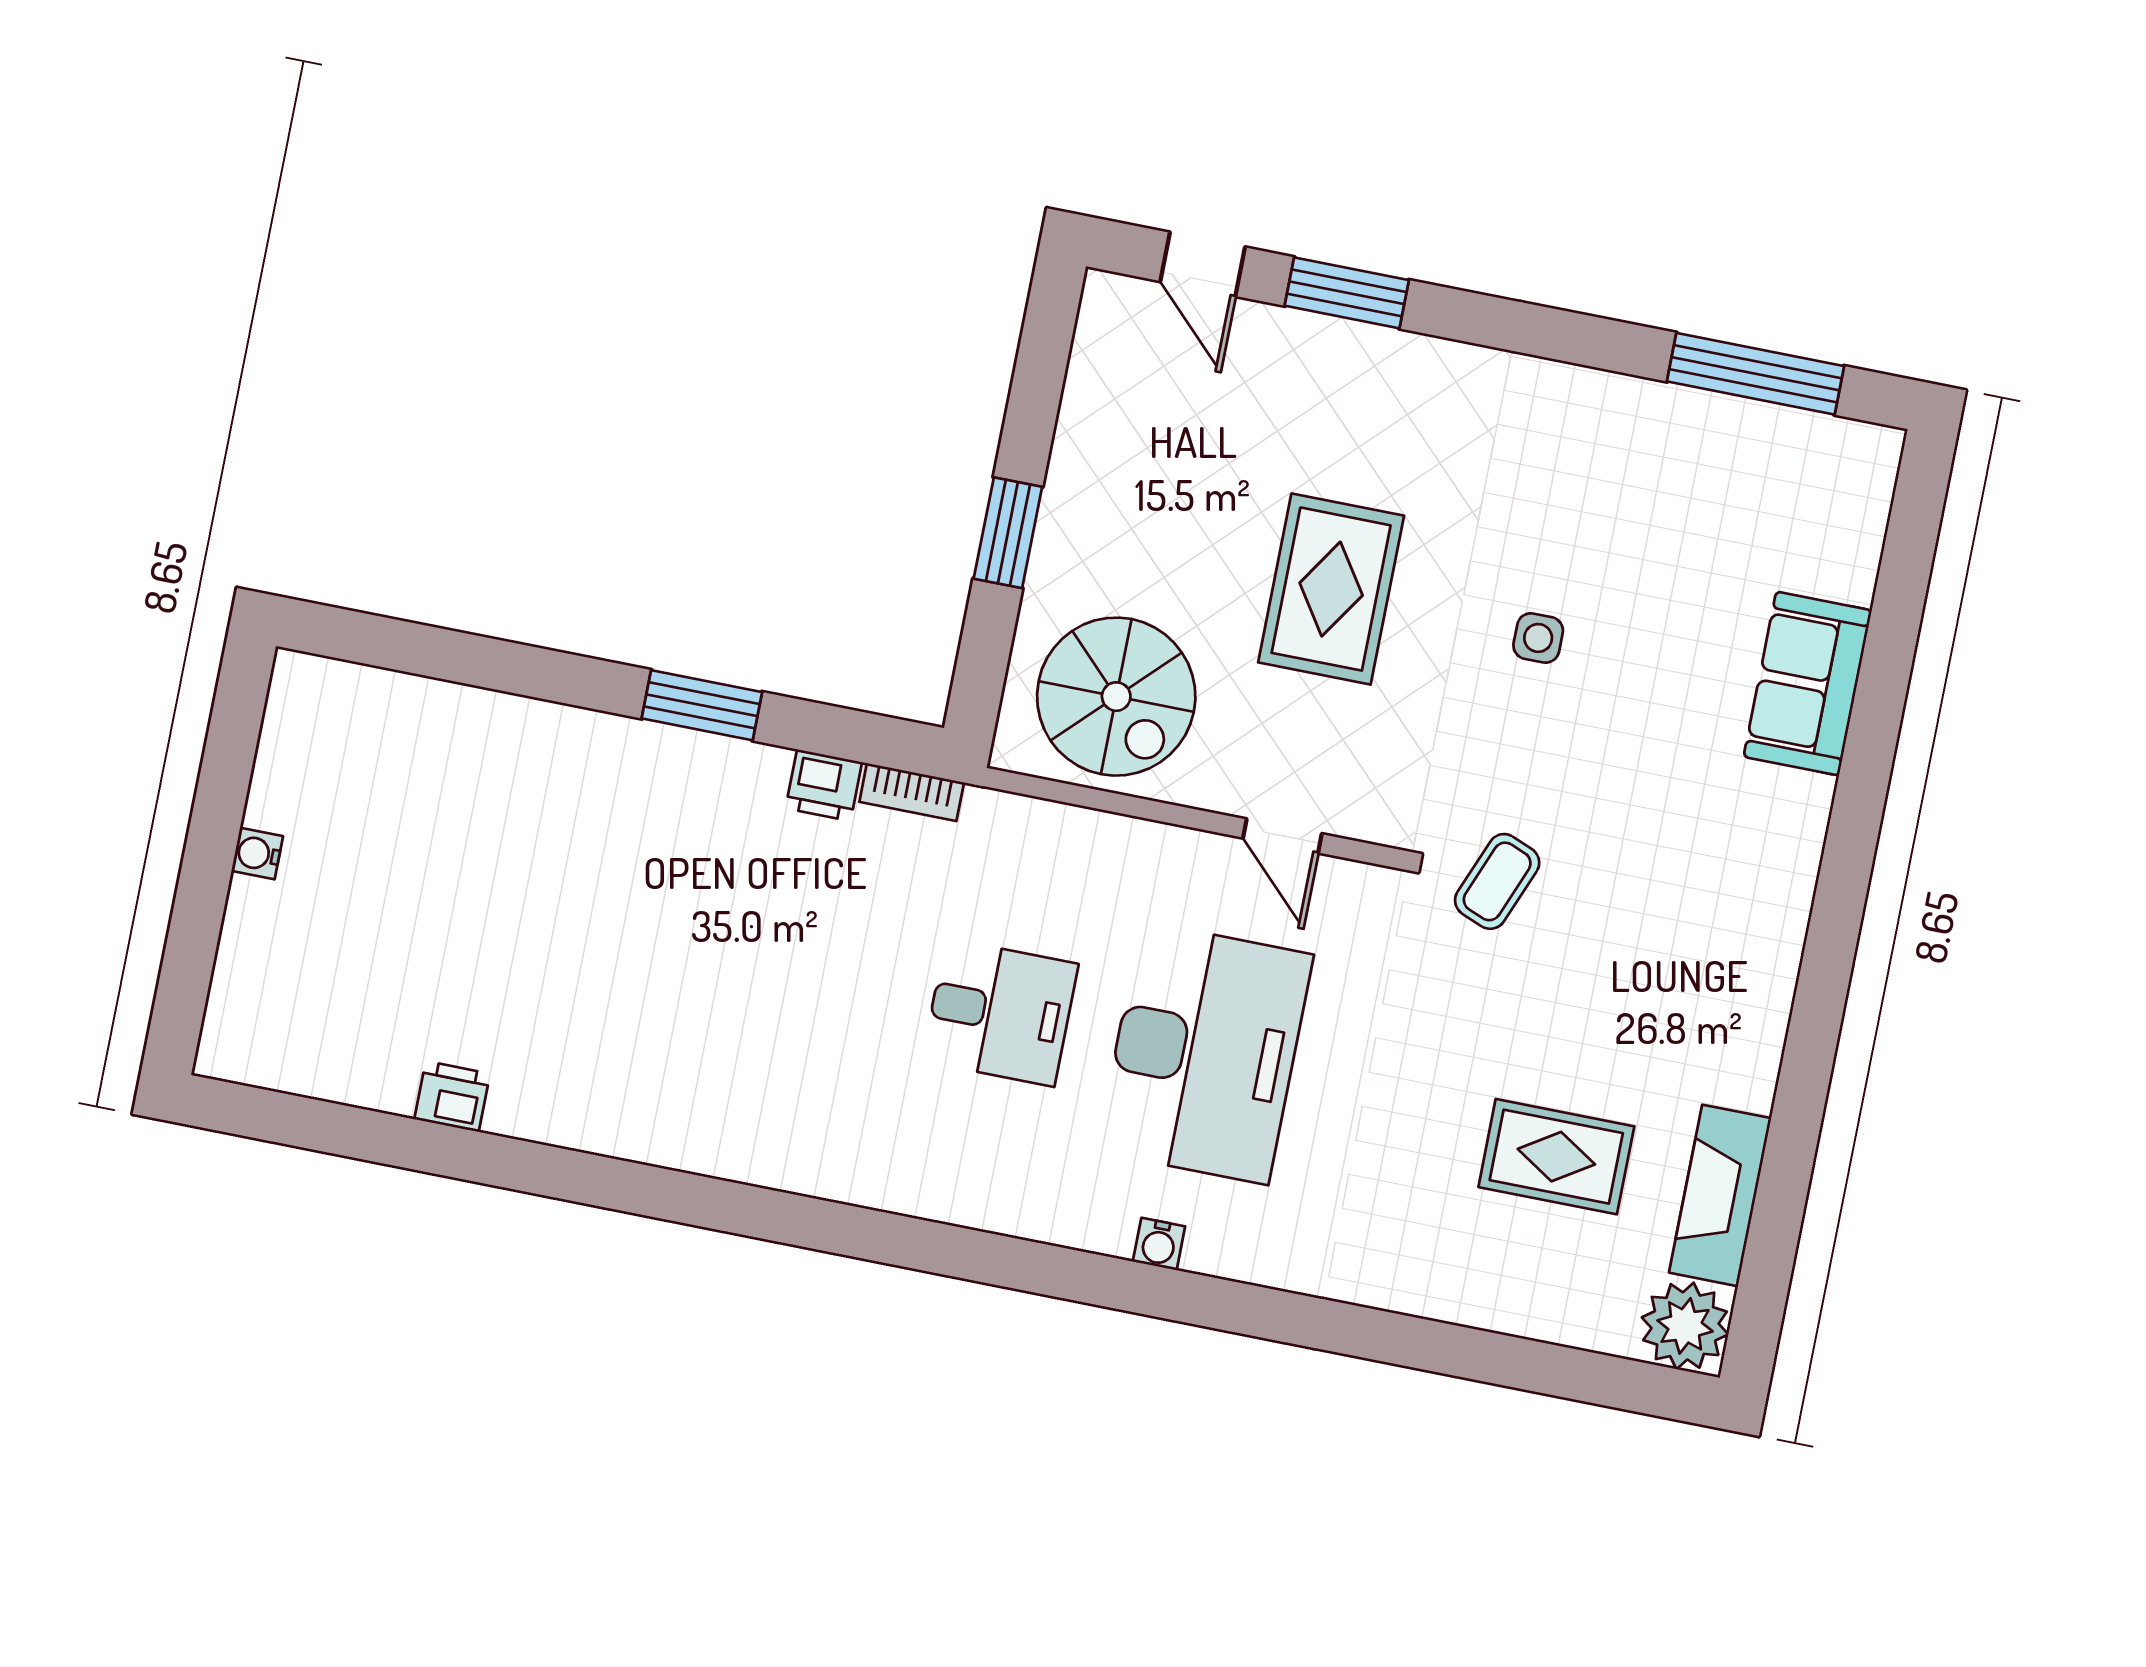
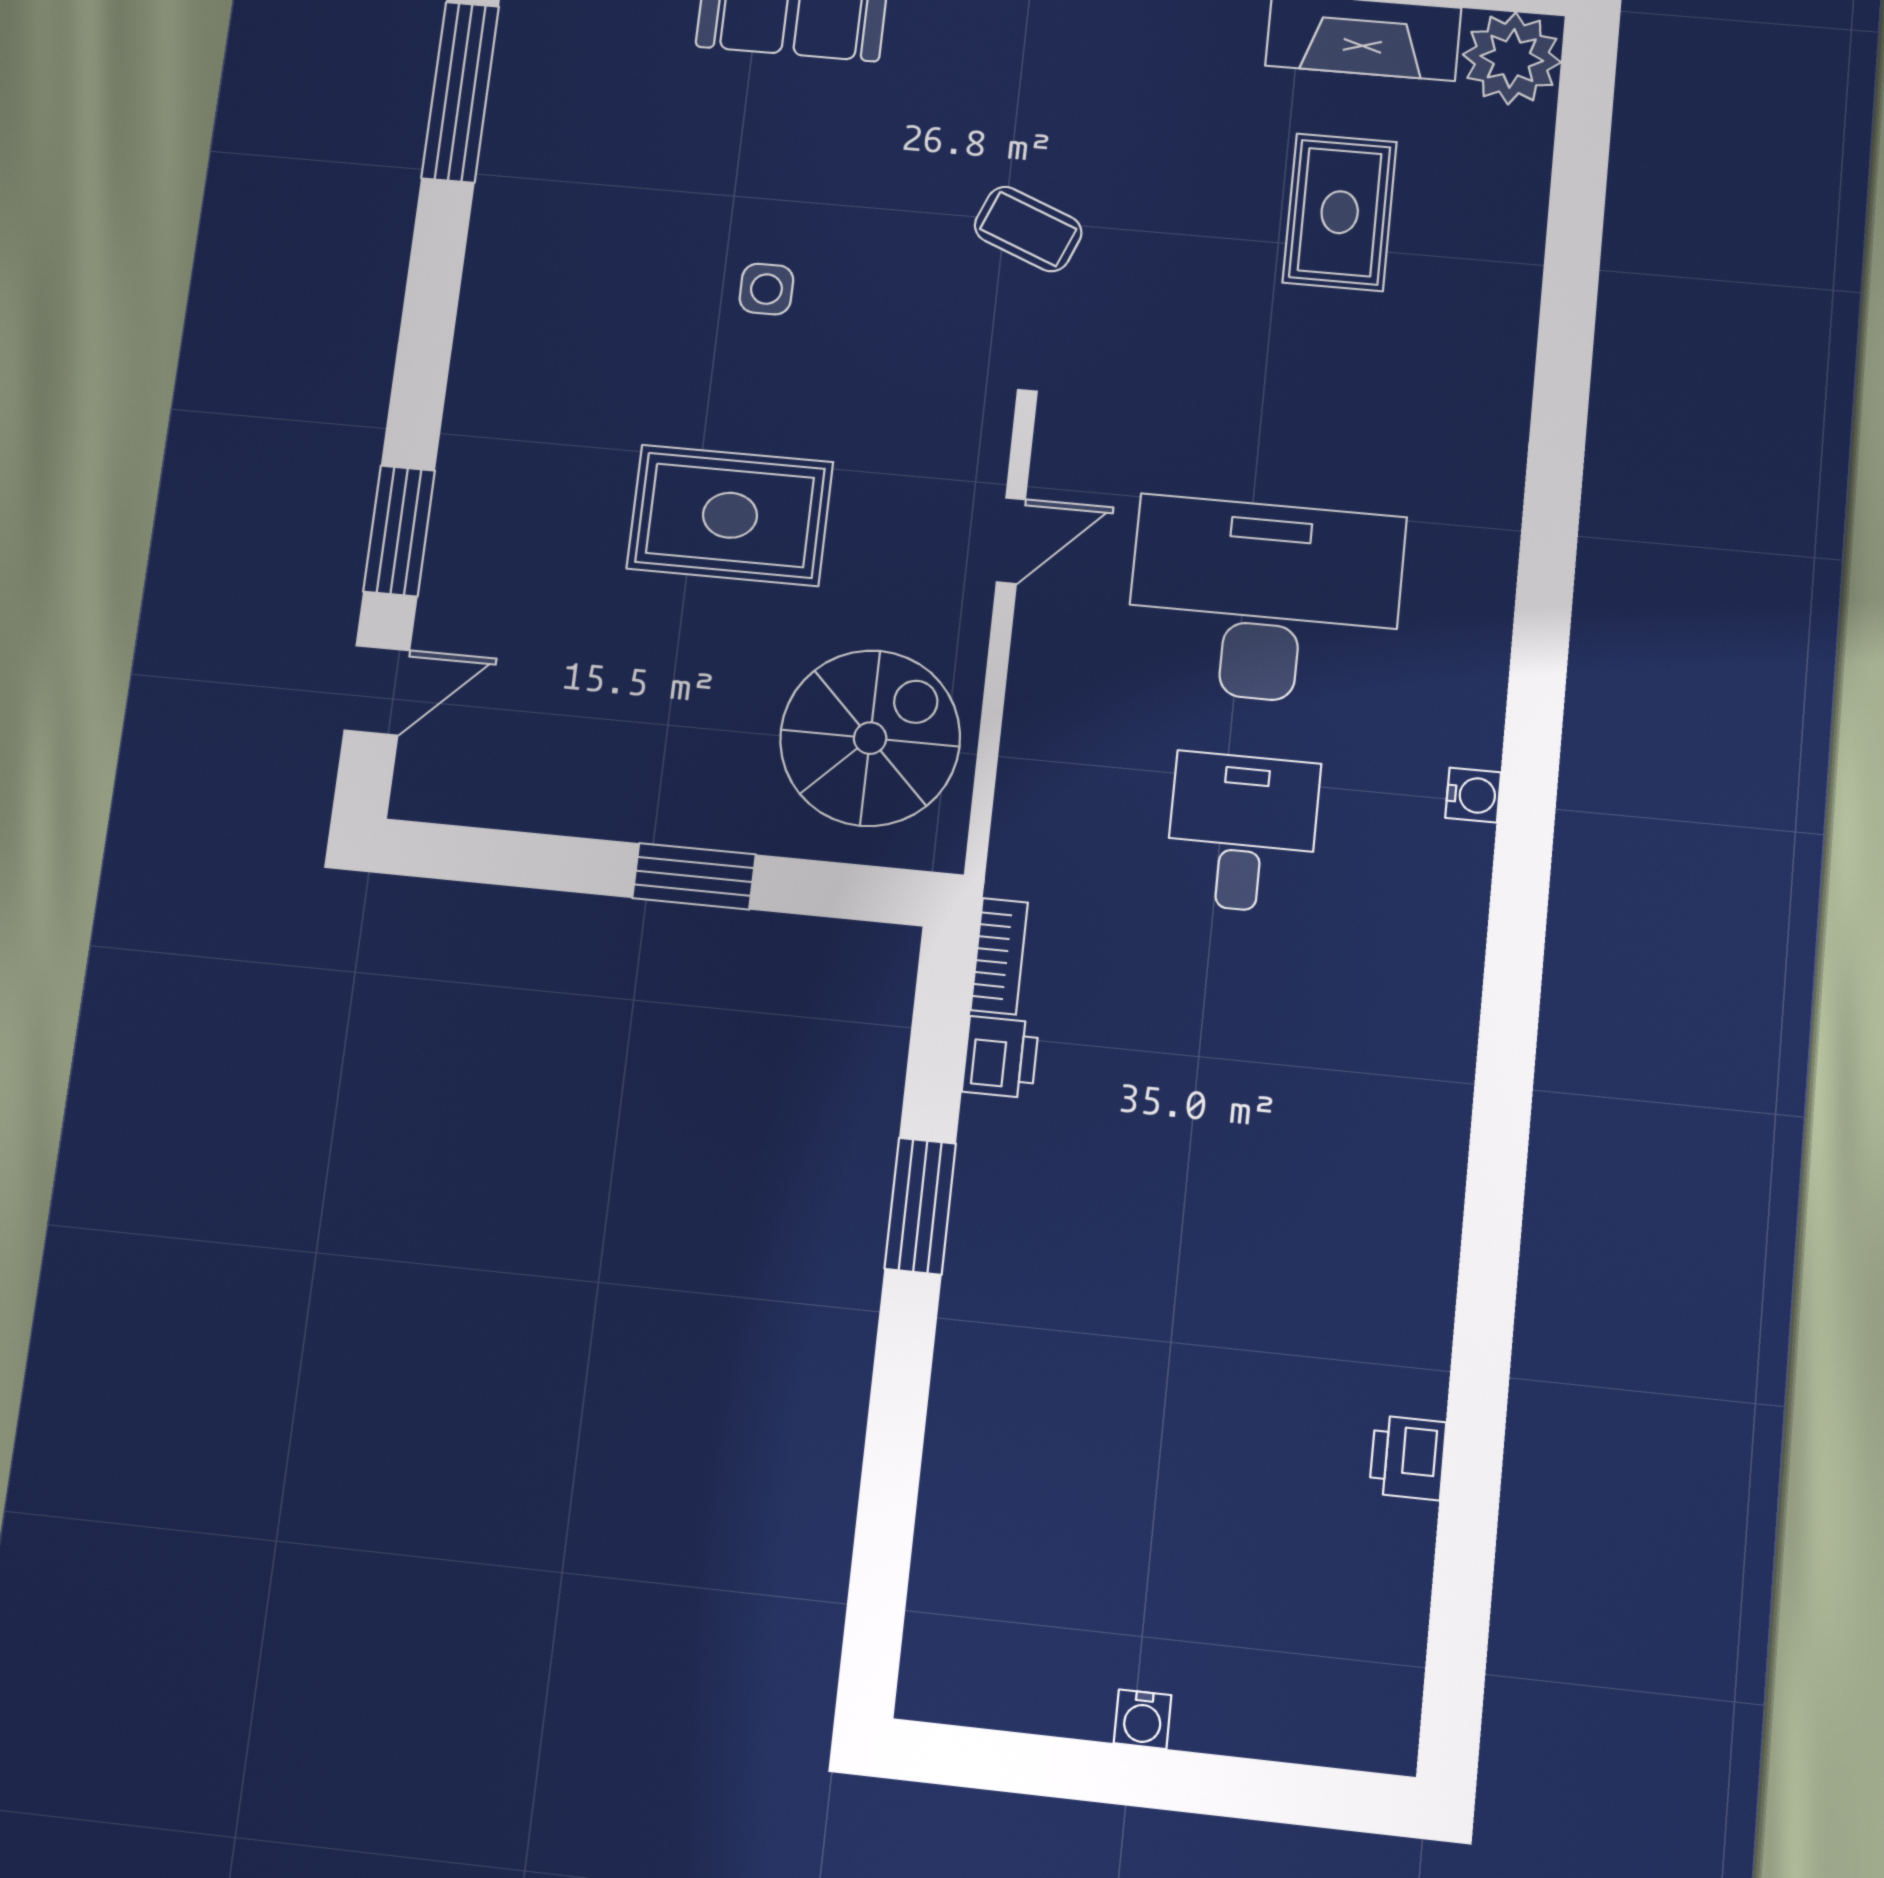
coffee table: (1497, 881) -> (1028, 229), moved
water cooler: (1159, 1244) -> (1473, 795), moved

